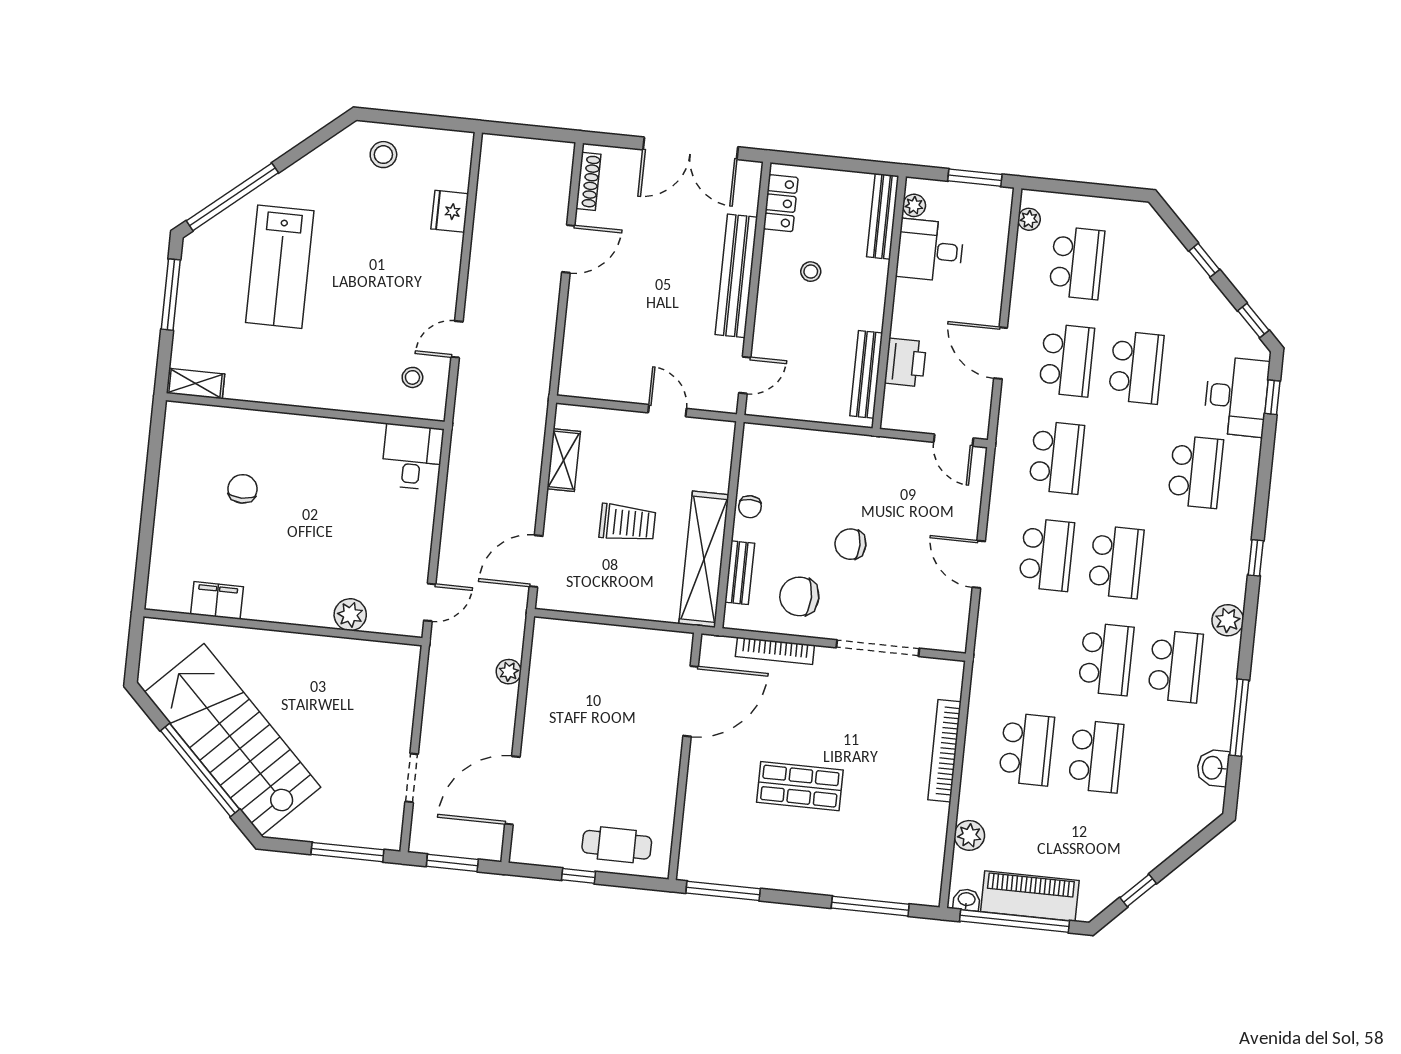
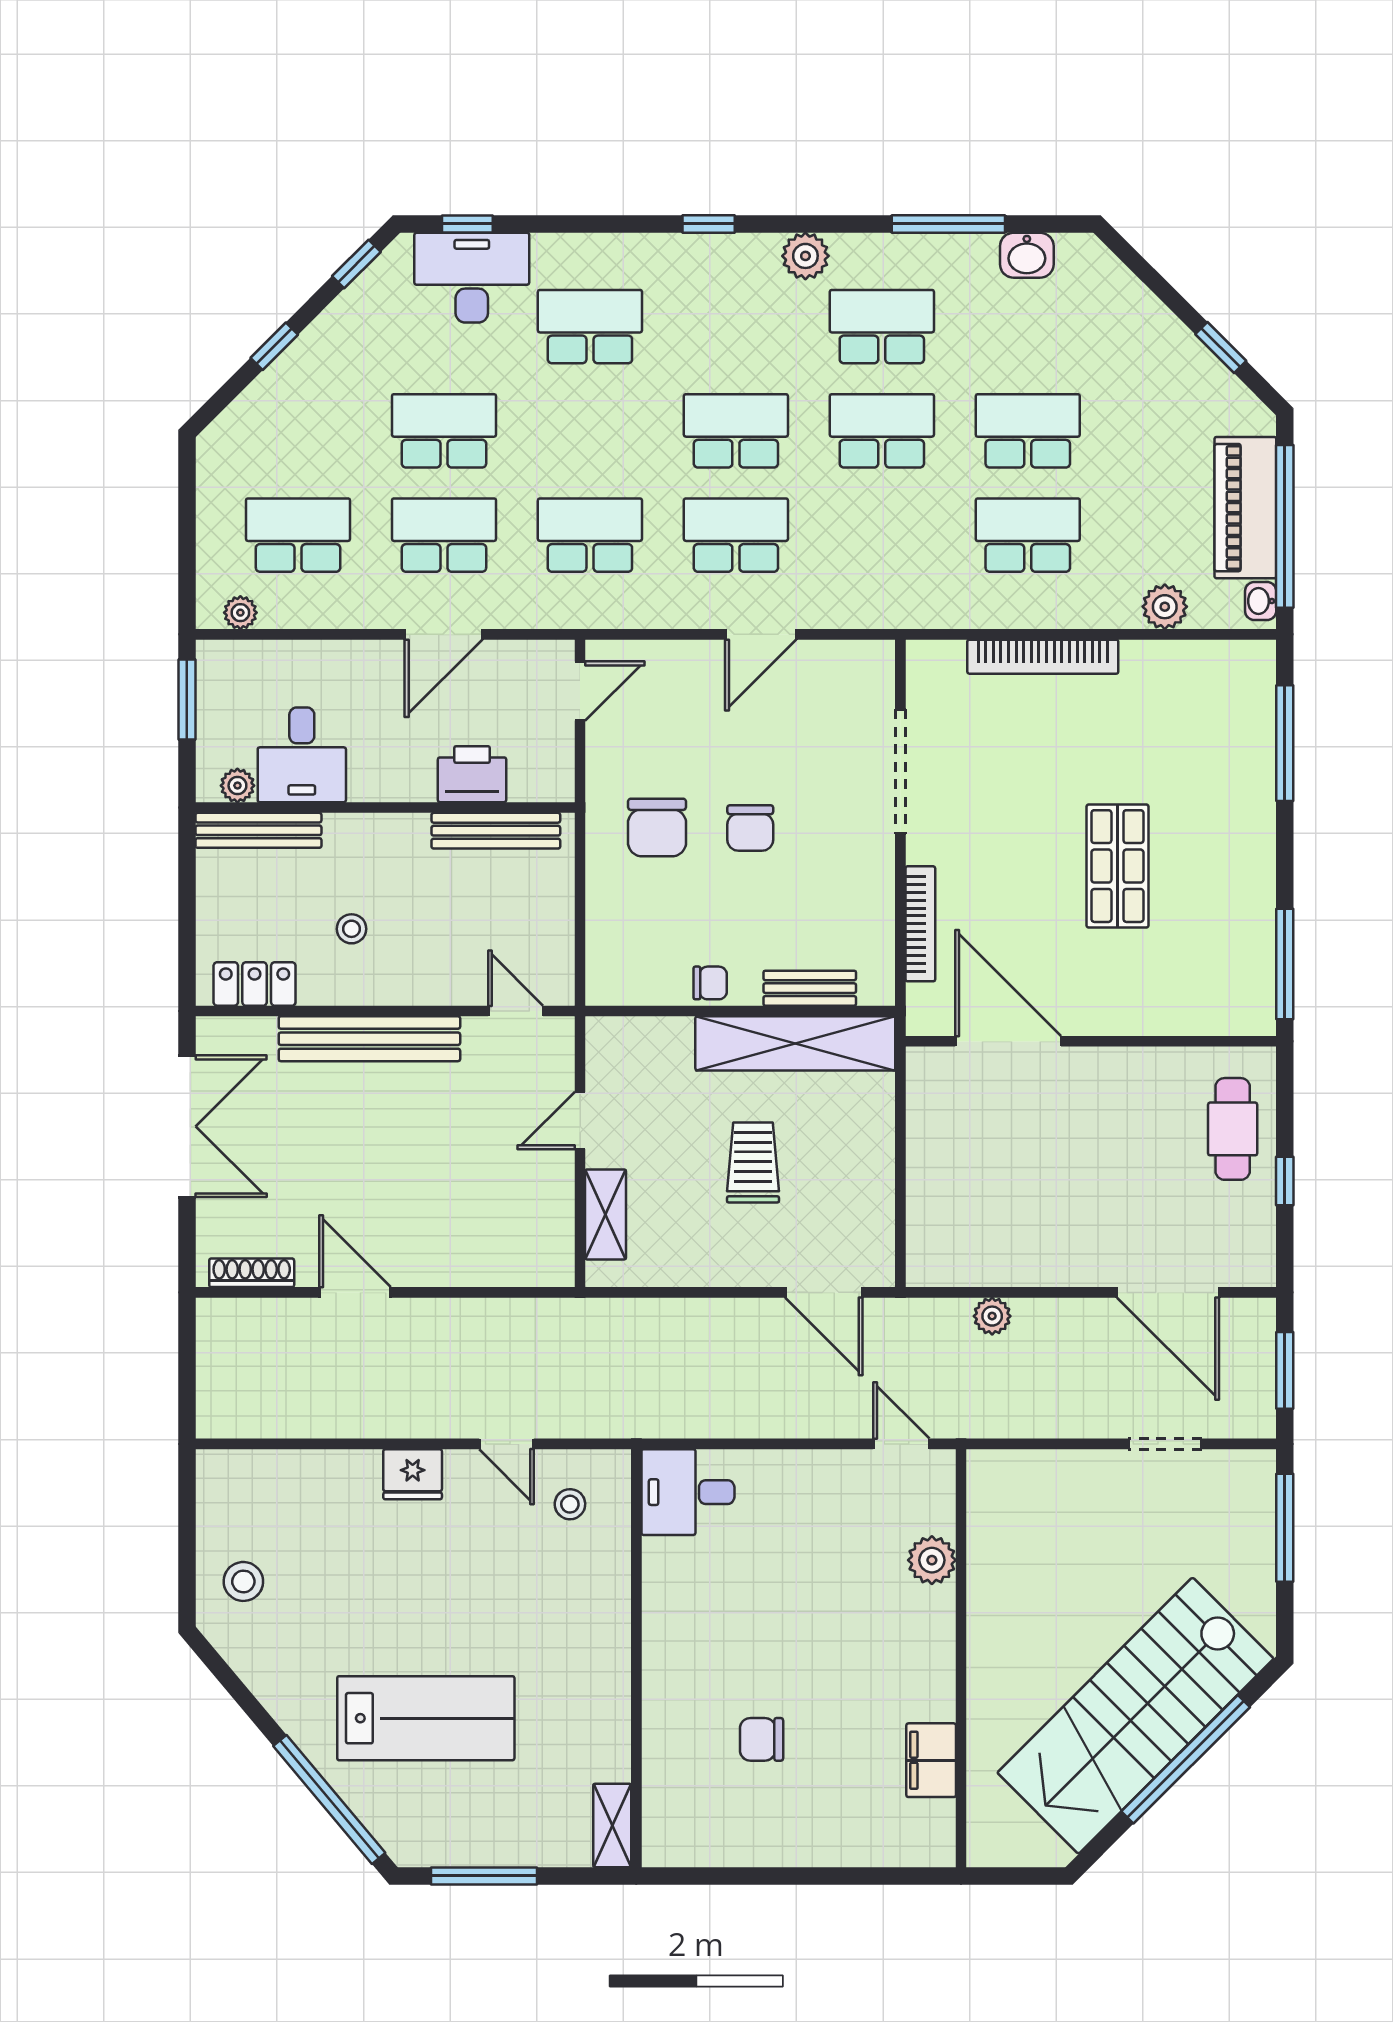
fridge: (450, 211) -> (413, 1474), moved
shelving: (564, 460) -> (606, 1214), moved, turned 90
chair: (799, 596) -> (657, 828), moved

